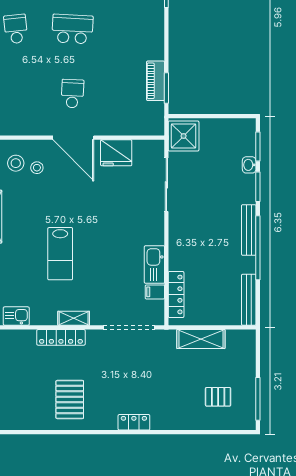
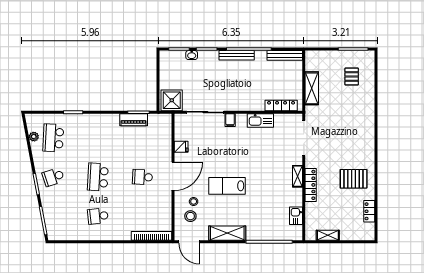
fridge: (116, 153) -> (181, 147), width x0.53, depth x0.75
lab bench: (60, 254) -> (227, 186), moved, turned 180
filing cabinet: (155, 292) -> (230, 120), moved
locker: (134, 422) -> (369, 211), moved

